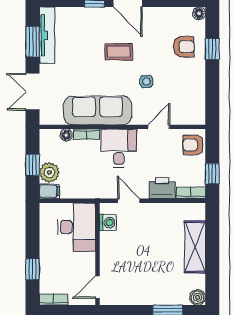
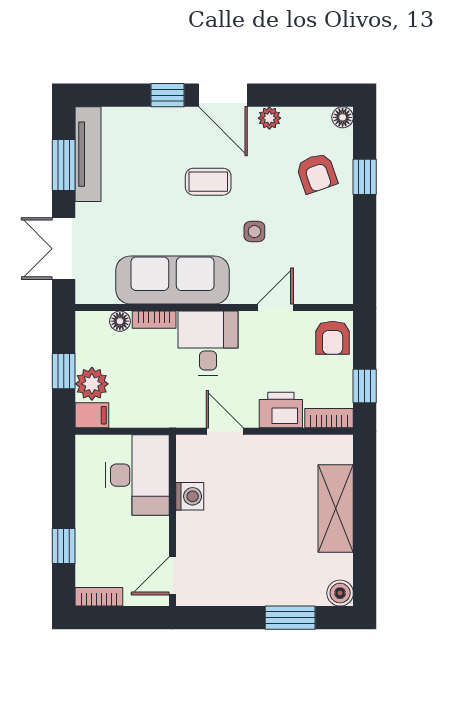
plant: (155, 14) -> (269, 118), added
armchair: (184, 47) -> (317, 173), turned 71
armchair: (193, 145) -> (333, 338), turned -90
washing machine: (108, 223) -> (190, 496), moved

